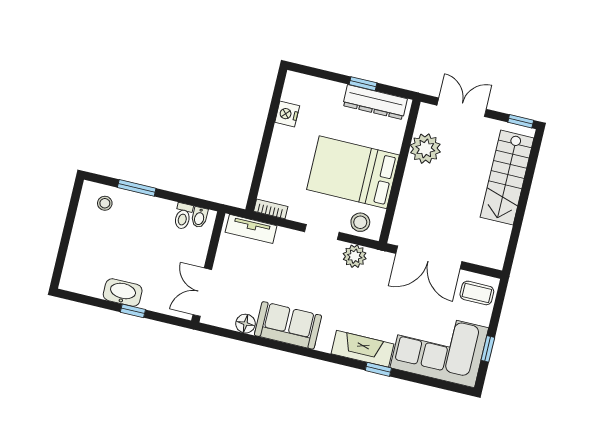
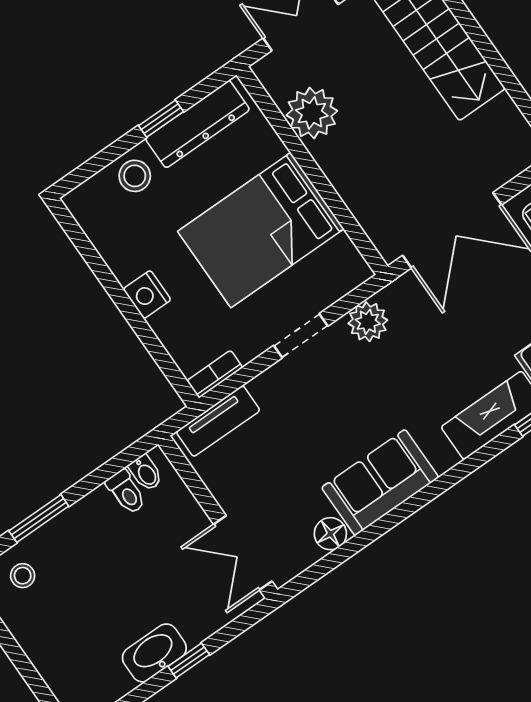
nightstand: (287, 114) -> (147, 294), moved
stool: (360, 222) -> (135, 176), moved

